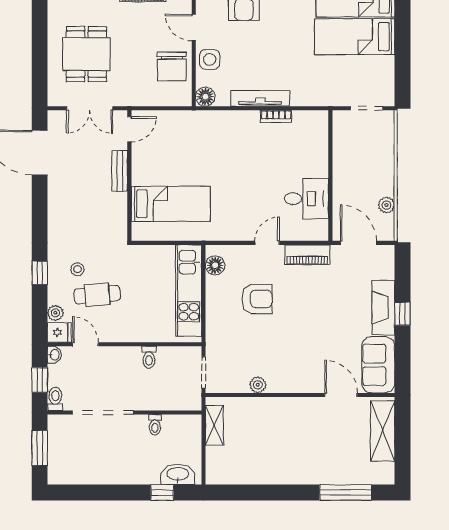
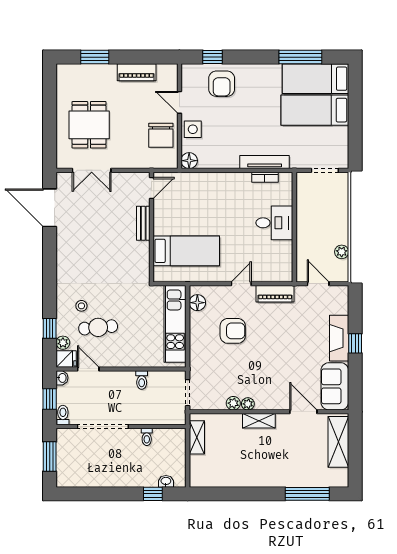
tv unit: (260, 98) -> (265, 162), moved
bookcase: (276, 116) -> (265, 177), moved
door: (129, 129) -> (151, 188), moved
bench: (120, 171) -> (143, 223), moved
wall: (129, 176) -> (151, 227), moved
desk: (307, 199) -> (274, 223), moved
bed: (171, 204) -> (186, 251), moved
door: (358, 243) -> (318, 284), width x0.73
window: (40, 273) -> (50, 328), moved
plant: (275, 386) -> (248, 404), added
shelving: (288, 406) -> (259, 421), added
washbasin: (178, 474) -> (166, 481), width x0.52, depth x0.69

